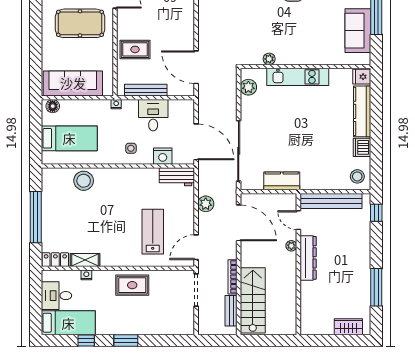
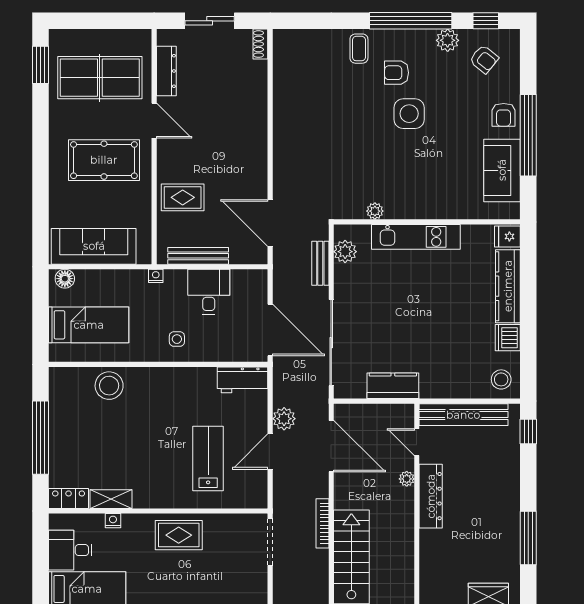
nightstand: (163, 156) -> (222, 350), removed
door: (196, 247) -> (270, 452), moved
bench: (231, 311) -> (320, 263), moved

